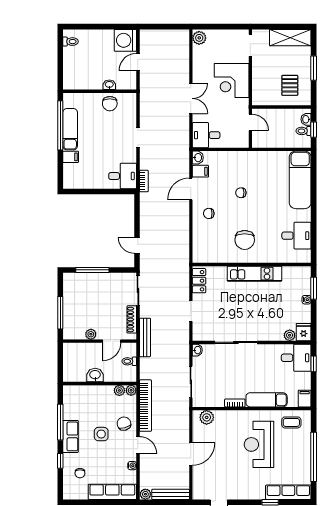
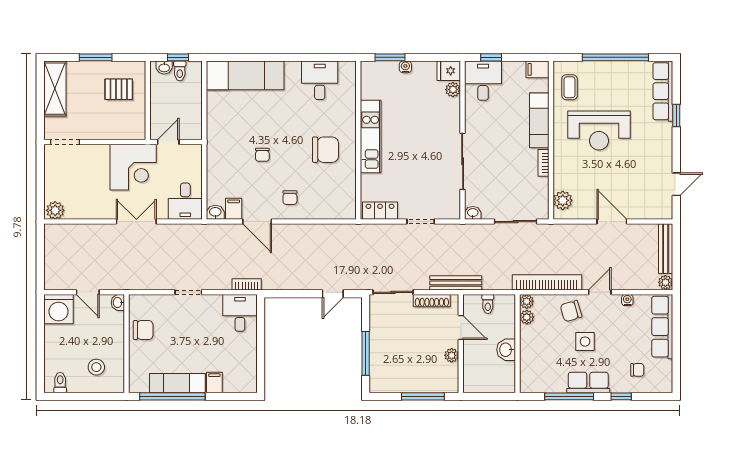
stool: (82, 69) -> (96, 367), added
corner desk: (232, 81) -> (133, 167), moved
washbasin: (109, 85) -> (118, 303), moved

